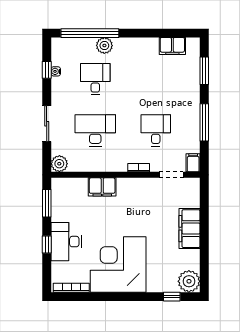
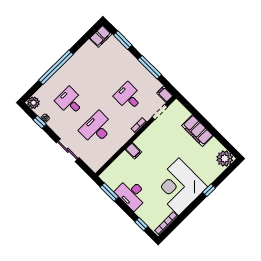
window: (90, 33) -> (56, 67), moved
plant: (104, 46) -> (33, 103), moved
filing cabinet: (172, 46) -> (101, 36), moved
plant: (59, 164) -> (95, 165), removed
filing cabinet: (102, 187) -> (133, 151), width x0.50
desk: (66, 242) -> (132, 194), moved
window: (47, 244) -> (141, 224), moved
window: (172, 297) -> (209, 190), moved

